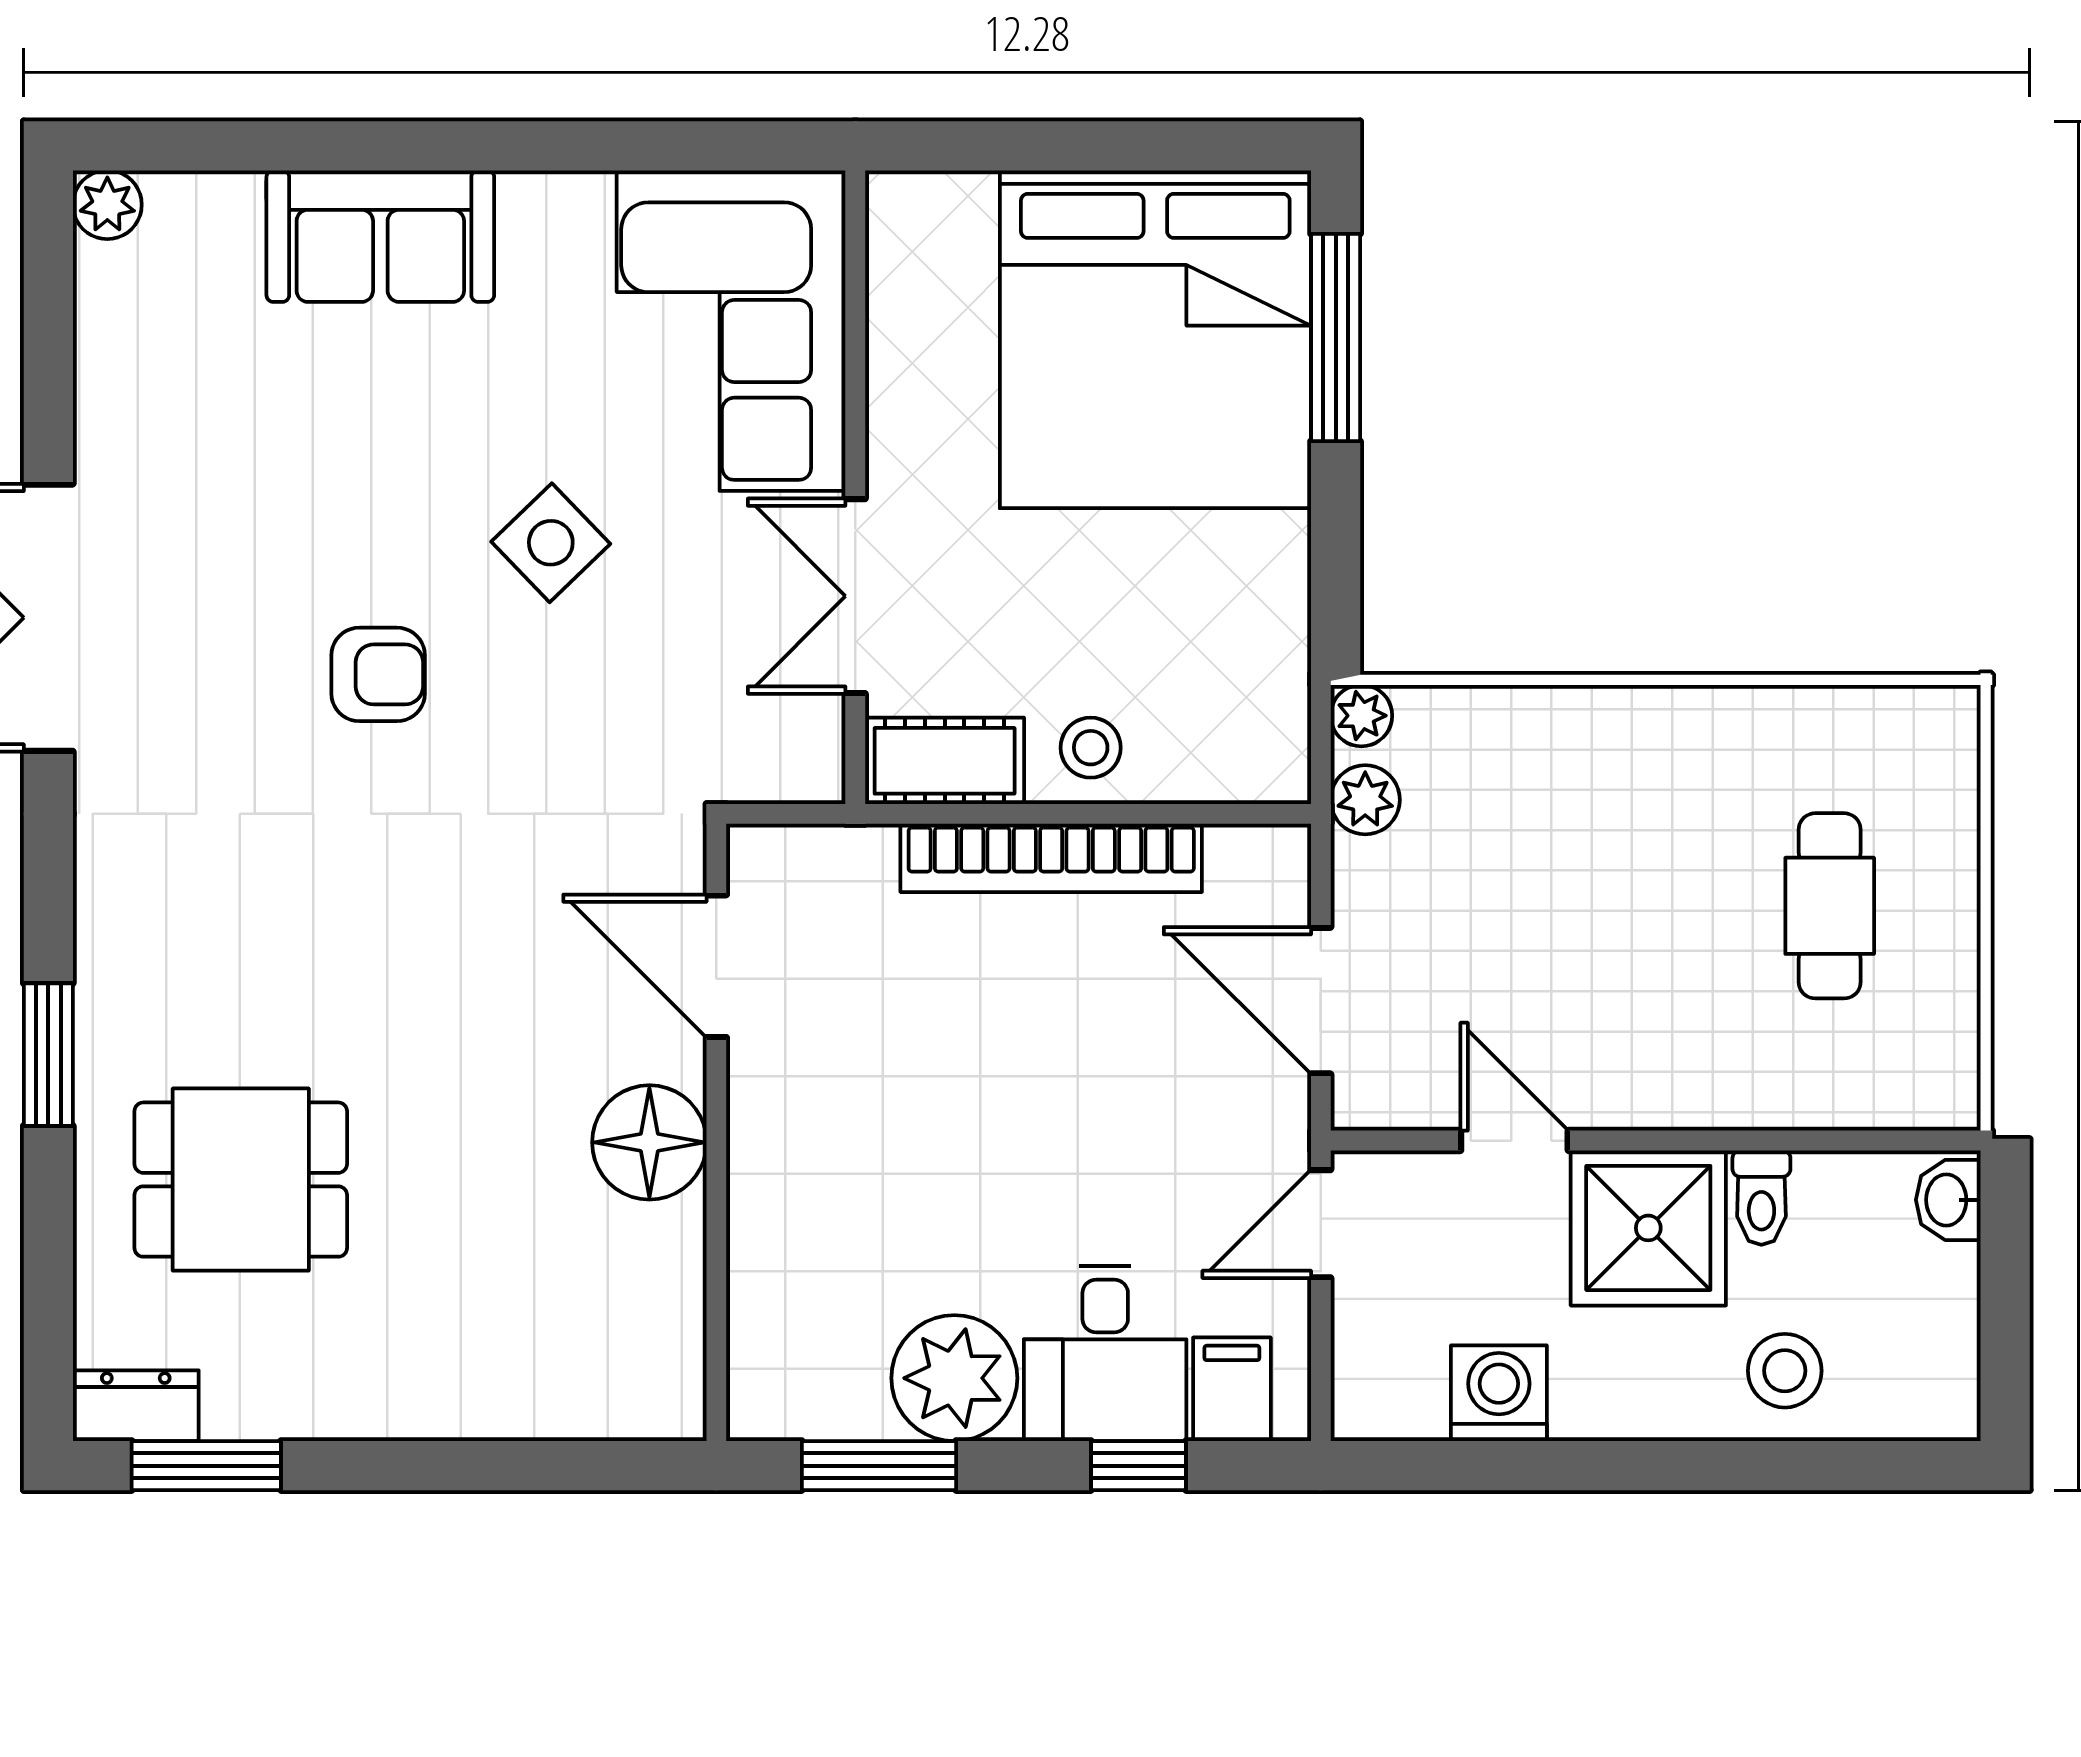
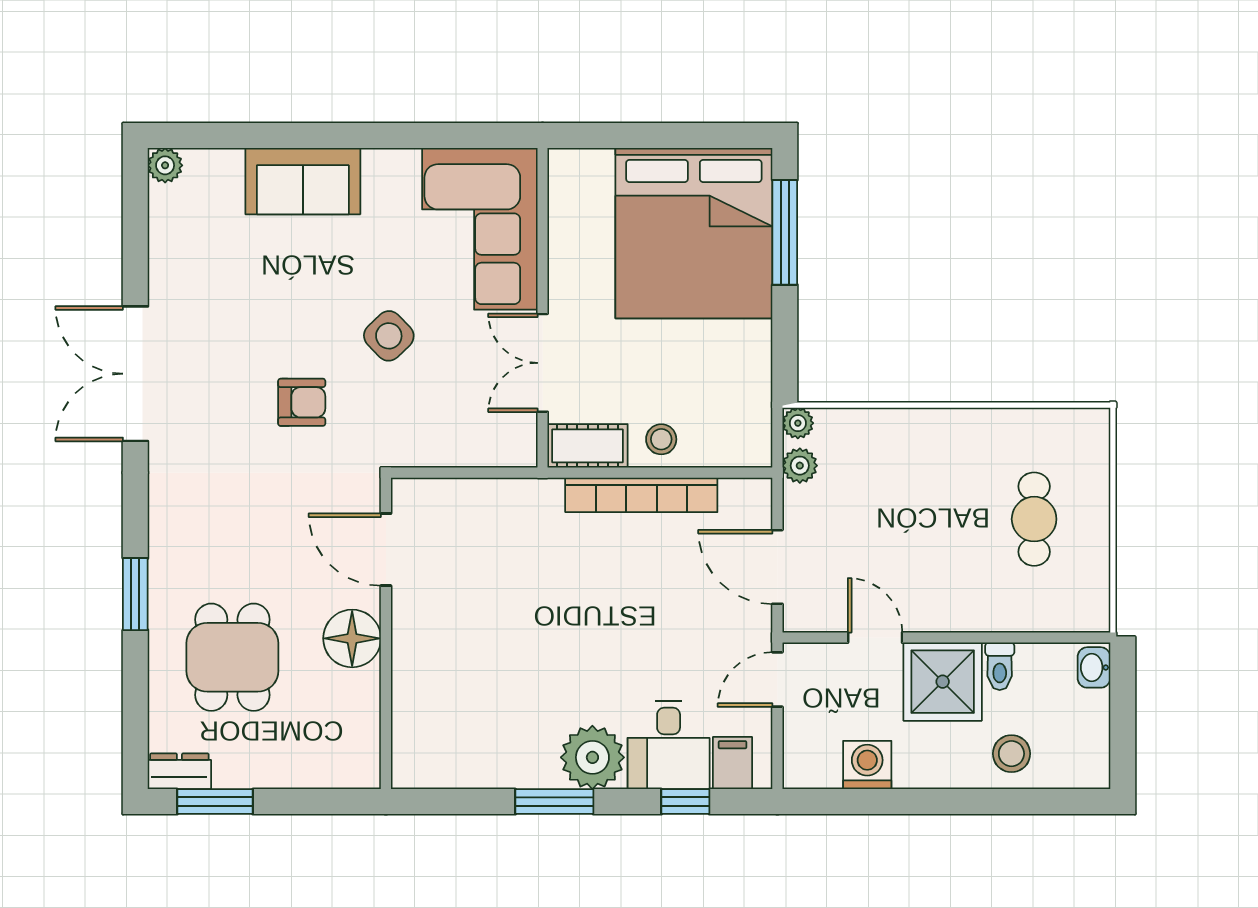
door: (716, 966) -> (386, 550), moved
wall: (716, 1132) -> (386, 633), moved
floor lamp: (649, 1142) -> (352, 638), moved
dining table: (241, 1180) -> (232, 657), turned 90

